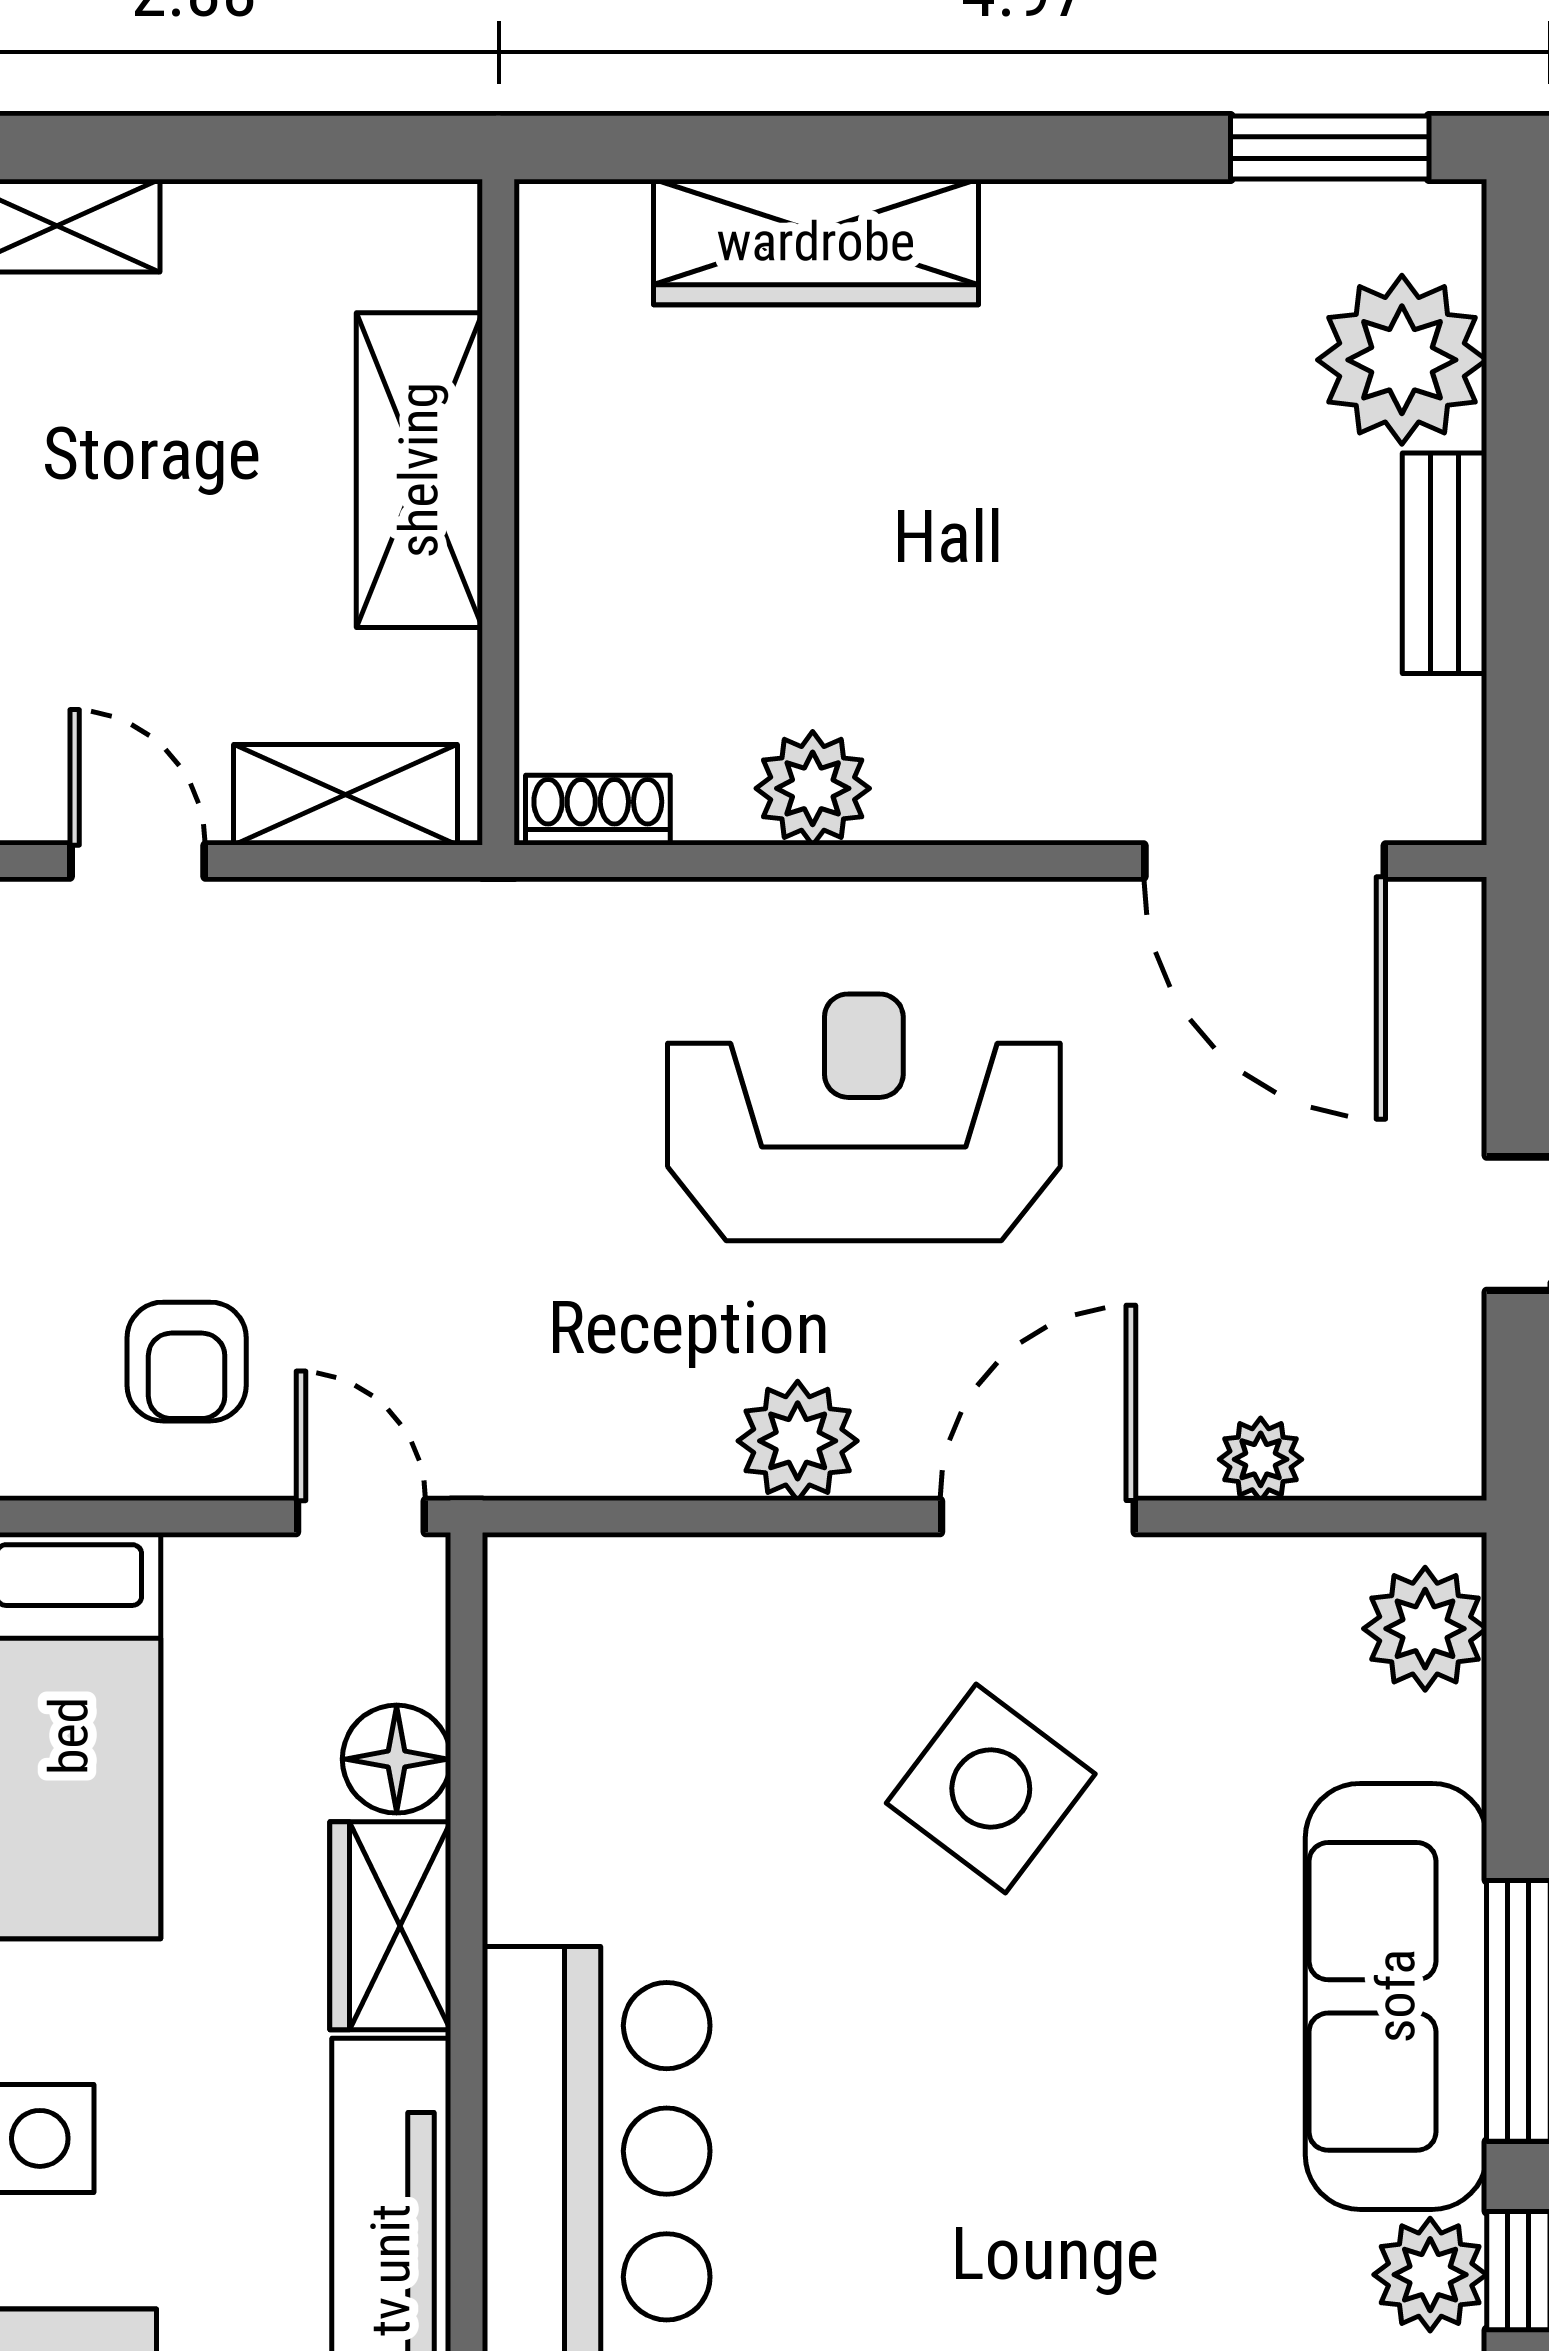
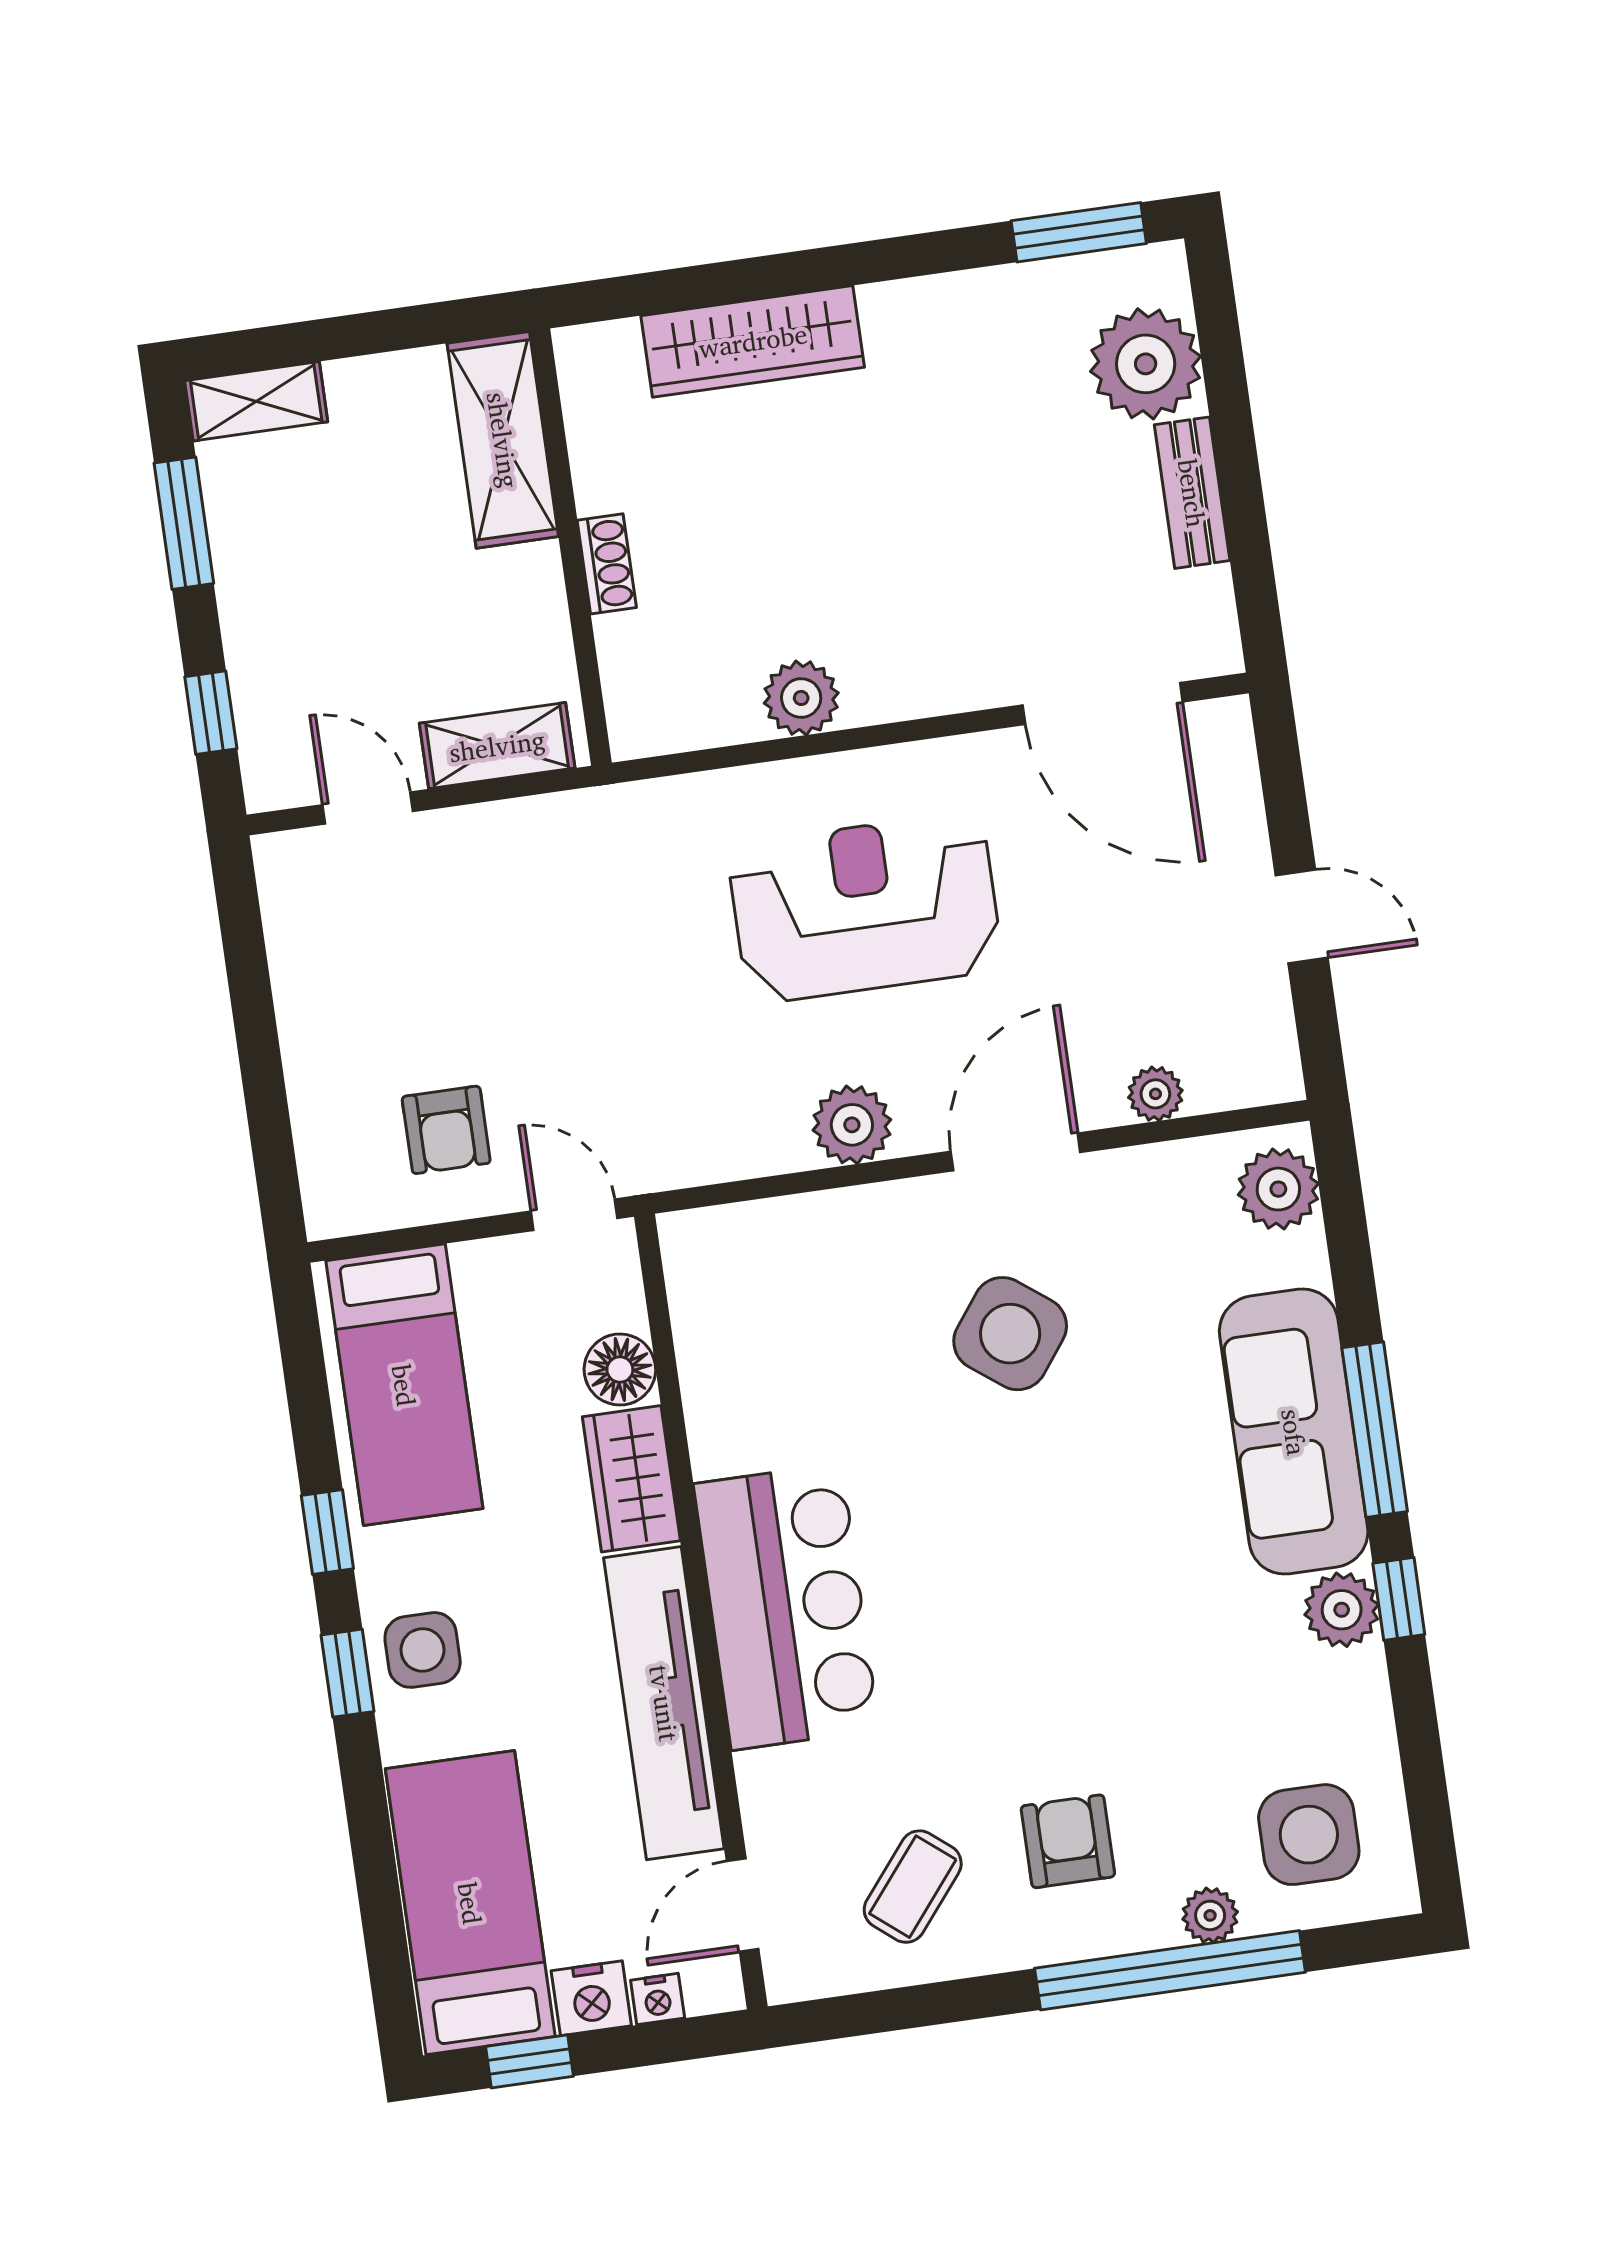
shelving: (419, 470) -> (503, 440), moved
shoe rack: (598, 810) -> (607, 564), moved, turned 90

